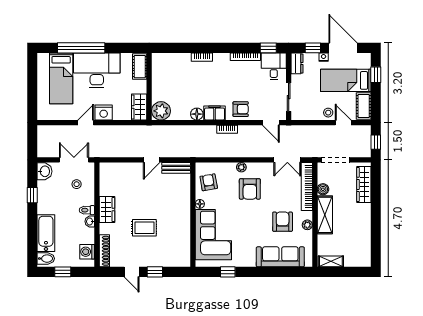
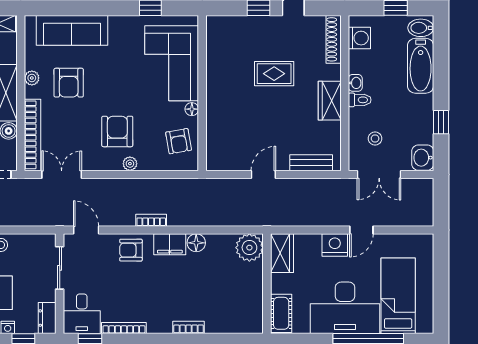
bench: (176, 168) -> (311, 163), moved

